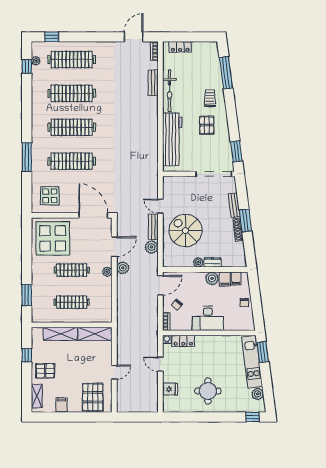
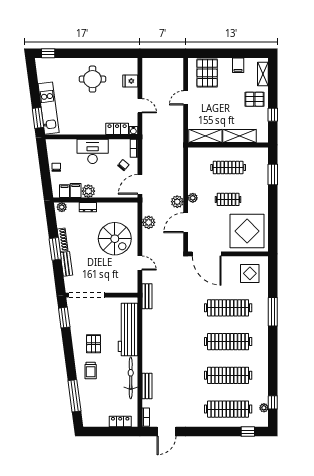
bench: (153, 227) -> (147, 296), moved
plant: (198, 262) -> (62, 207), moved
clothes rail: (72, 270) -> (228, 199), width x0.73
plant: (258, 394) -> (43, 76), removed

